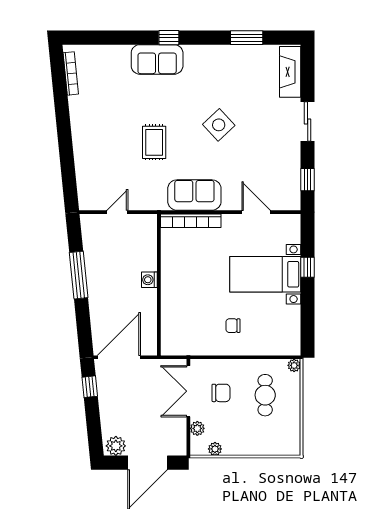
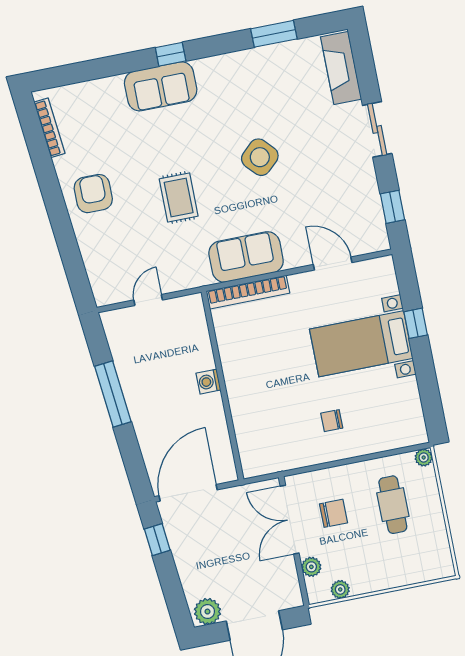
armchair: (93, 127) -> (93, 194), added

